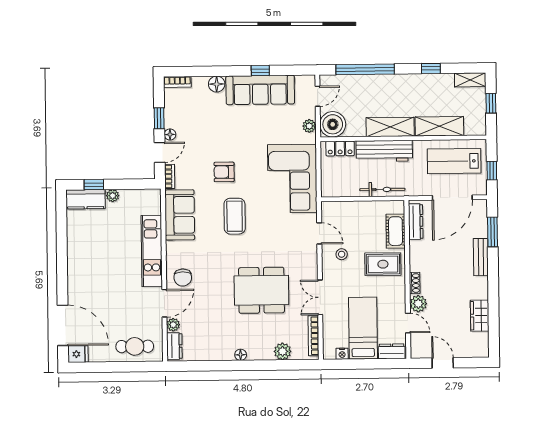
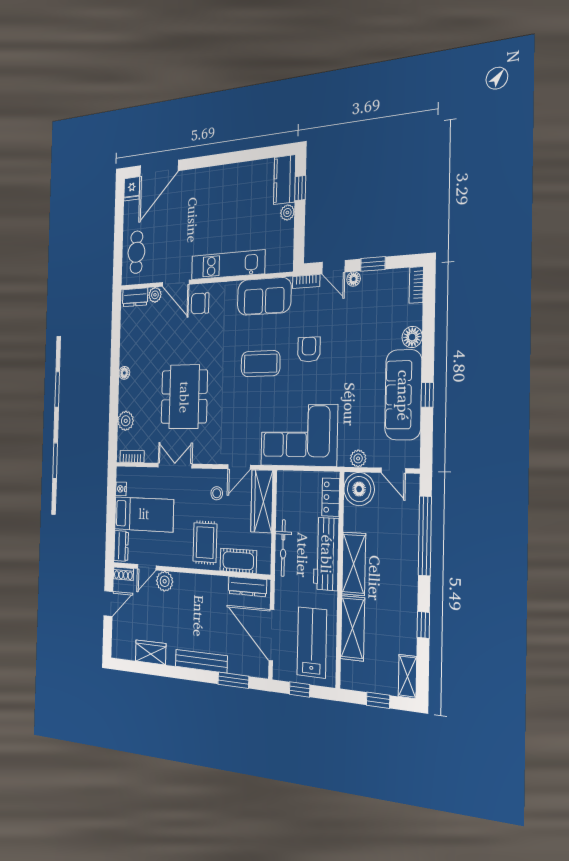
wardrobe: (346, 211) -> (262, 501), added
bench: (481, 257) -> (201, 661), width x1.36
shoe rack: (415, 283) -> (123, 574), moved
bookcase: (313, 336) -> (132, 456), width x0.64

